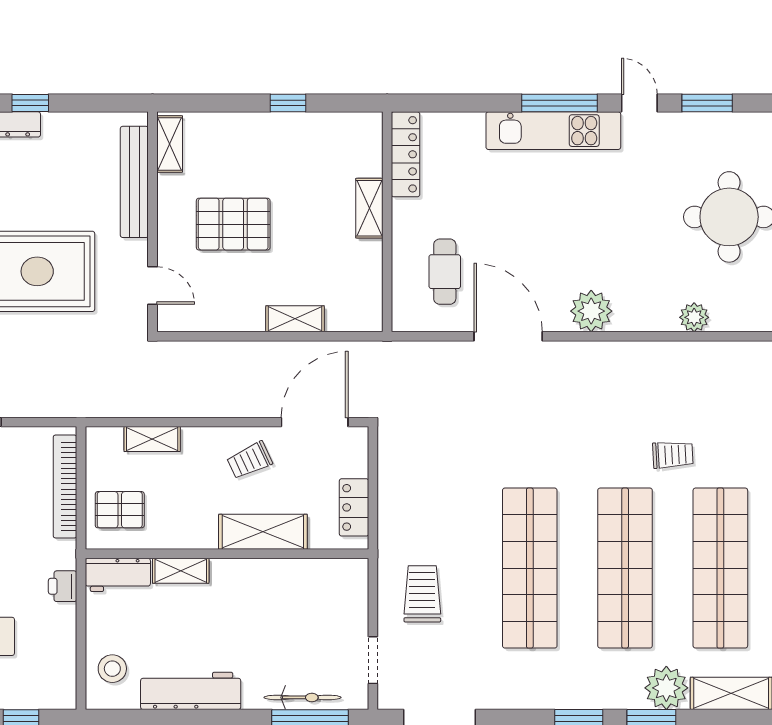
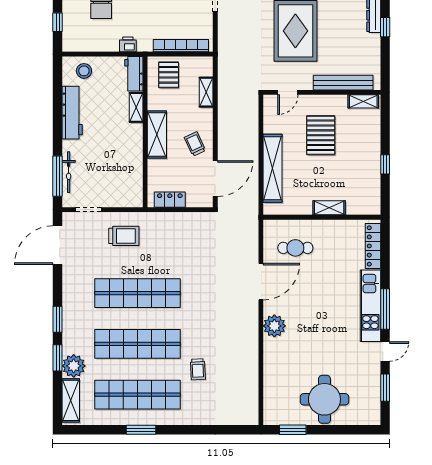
locker: (406, 154) -> (373, 246), moved, turned 90
plant: (694, 317) -> (271, 381), removed
shelving: (295, 319) -> (273, 168), width x2.20, depth x1.33
door: (315, 422) -> (215, 179), hinge flipped
shelving: (263, 532) -> (157, 135), moved

